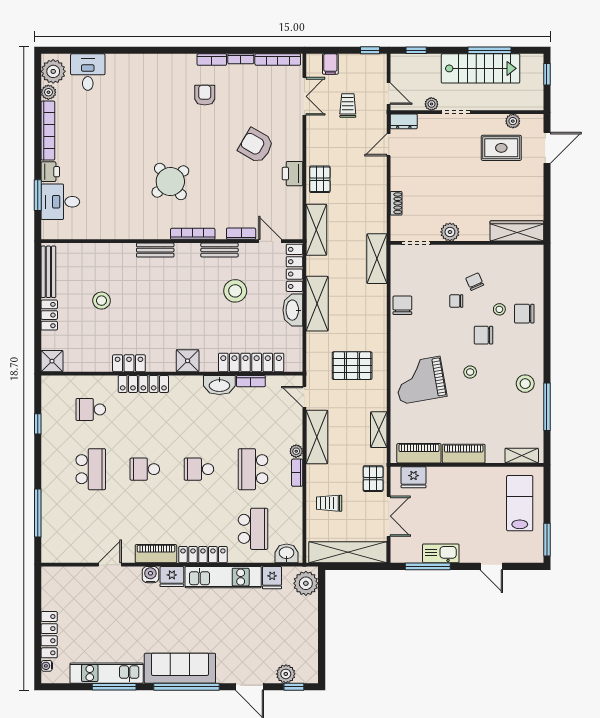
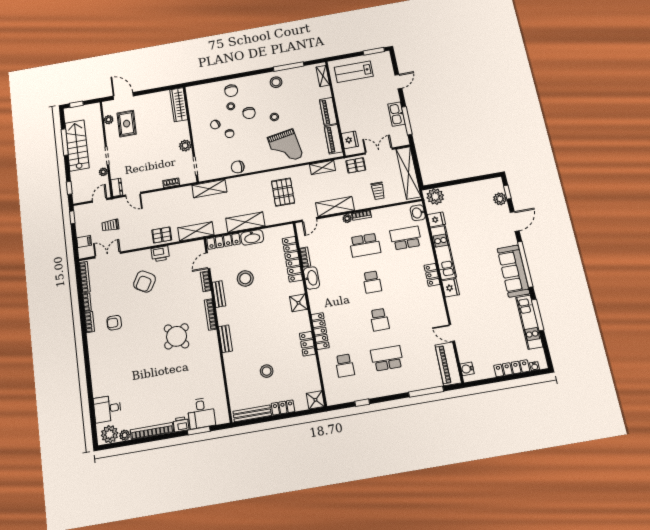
piano: (156, 554) -> (448, 364), moved, width x1.37, depth x1.33
locker: (203, 555) -> (432, 275), width x0.66
water cooler: (150, 575) -> (467, 369), moved

